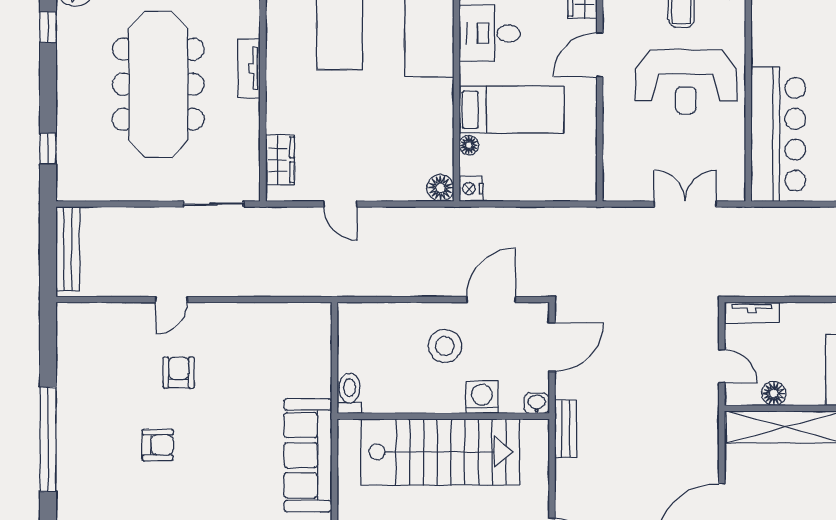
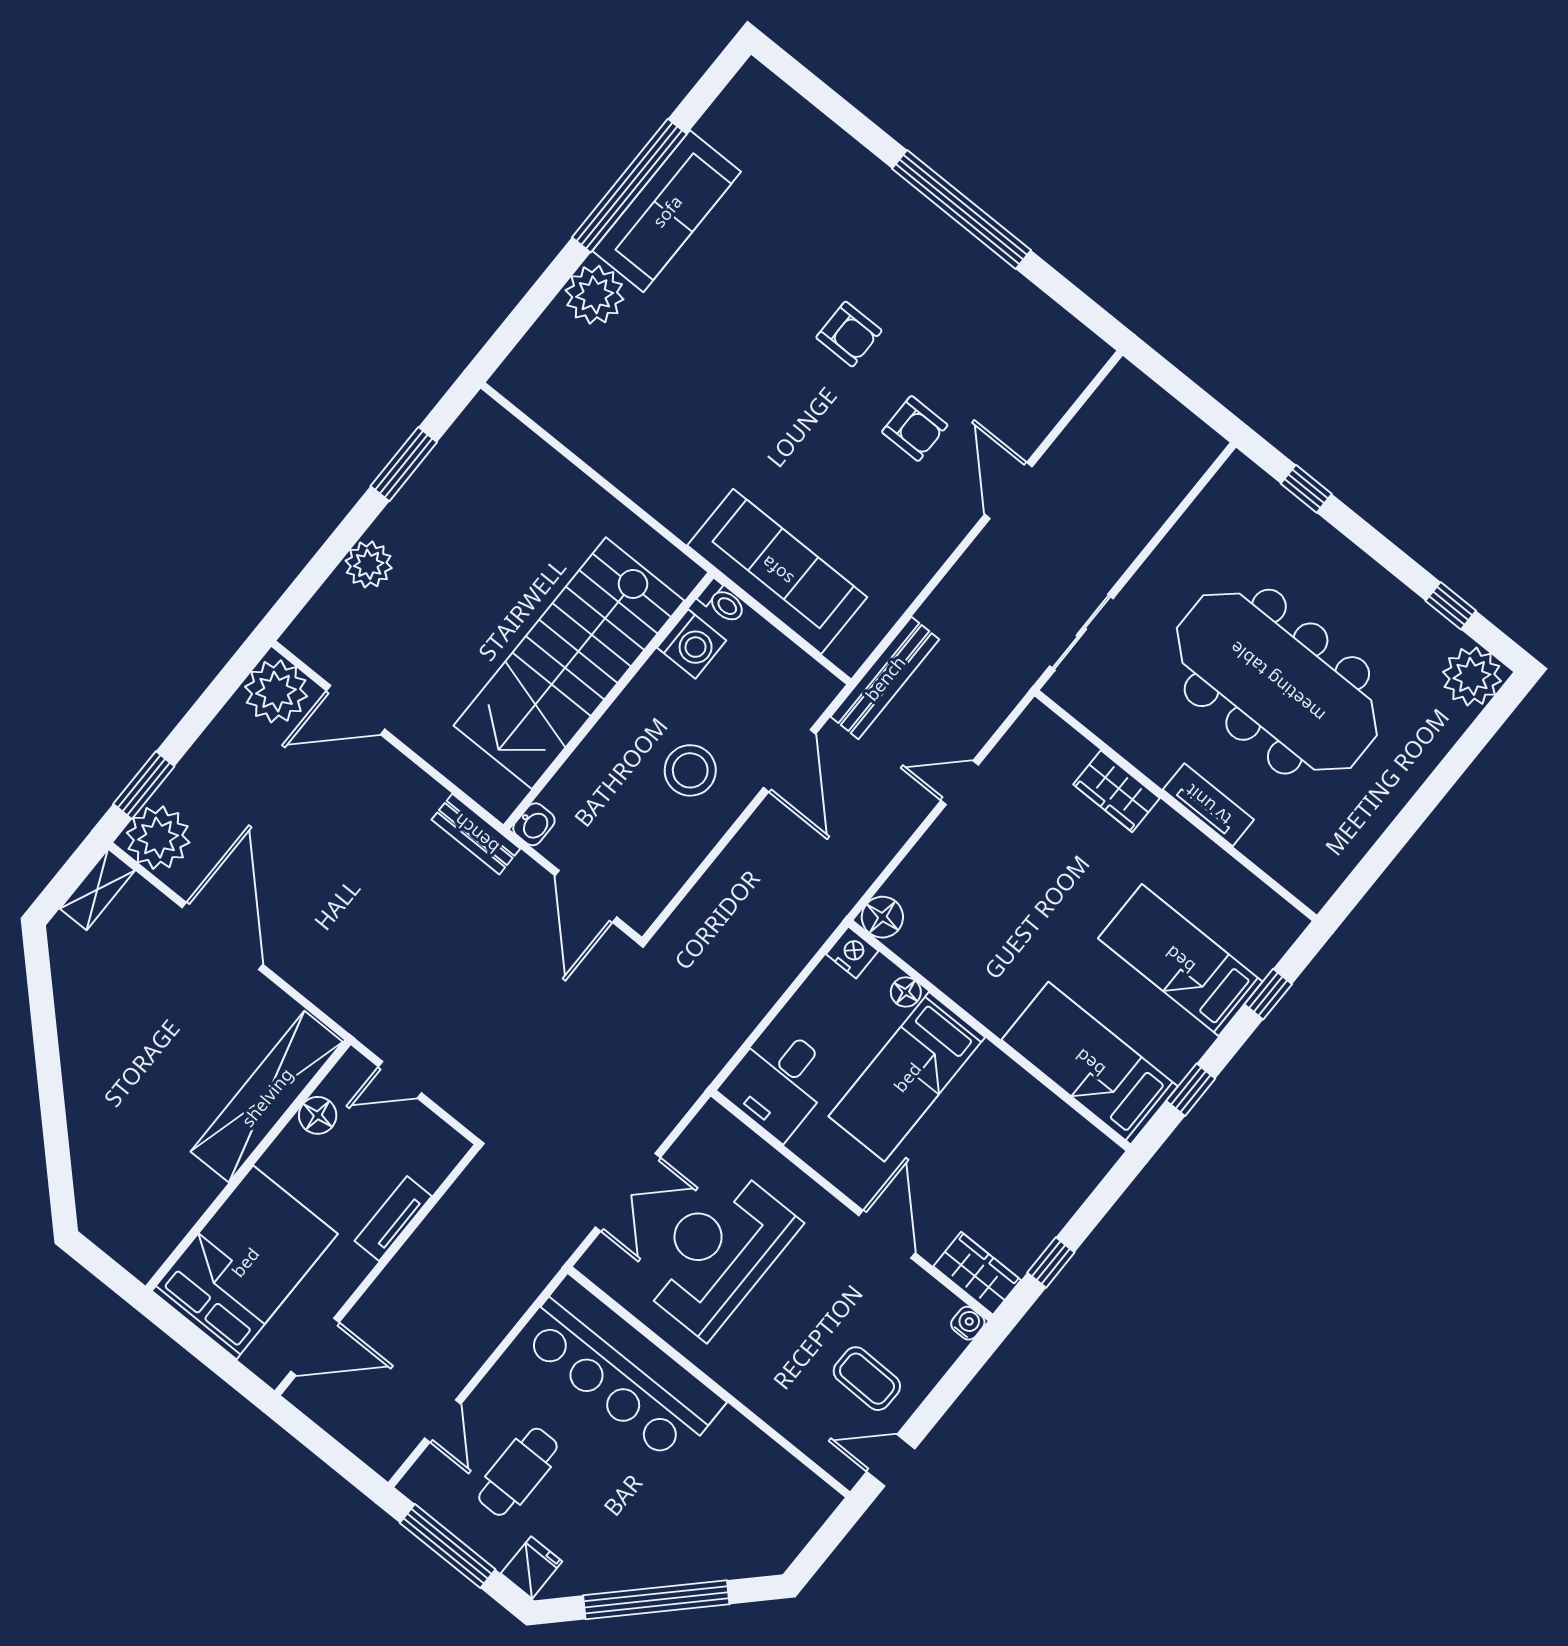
desk: (490, 33) -> (779, 1081), moved, turned 180
reception desk: (686, 82) -> (718, 1253), moved
wardrobe: (280, 160) -> (1117, 791), moved
bench: (68, 249) -> (885, 678), moved, turned 90
door: (172, 299) -> (1008, 491), width x1.38
door: (491, 299) -> (790, 761), moved
tv unit: (752, 313) -> (393, 1218), moved
toilet: (349, 393) -> (722, 602), width x0.73, depth x0.72
washing machine: (482, 397) -> (692, 644), moved
armchair: (158, 445) -> (849, 334), turned -90
sofa: (308, 455) -> (777, 571), moved

